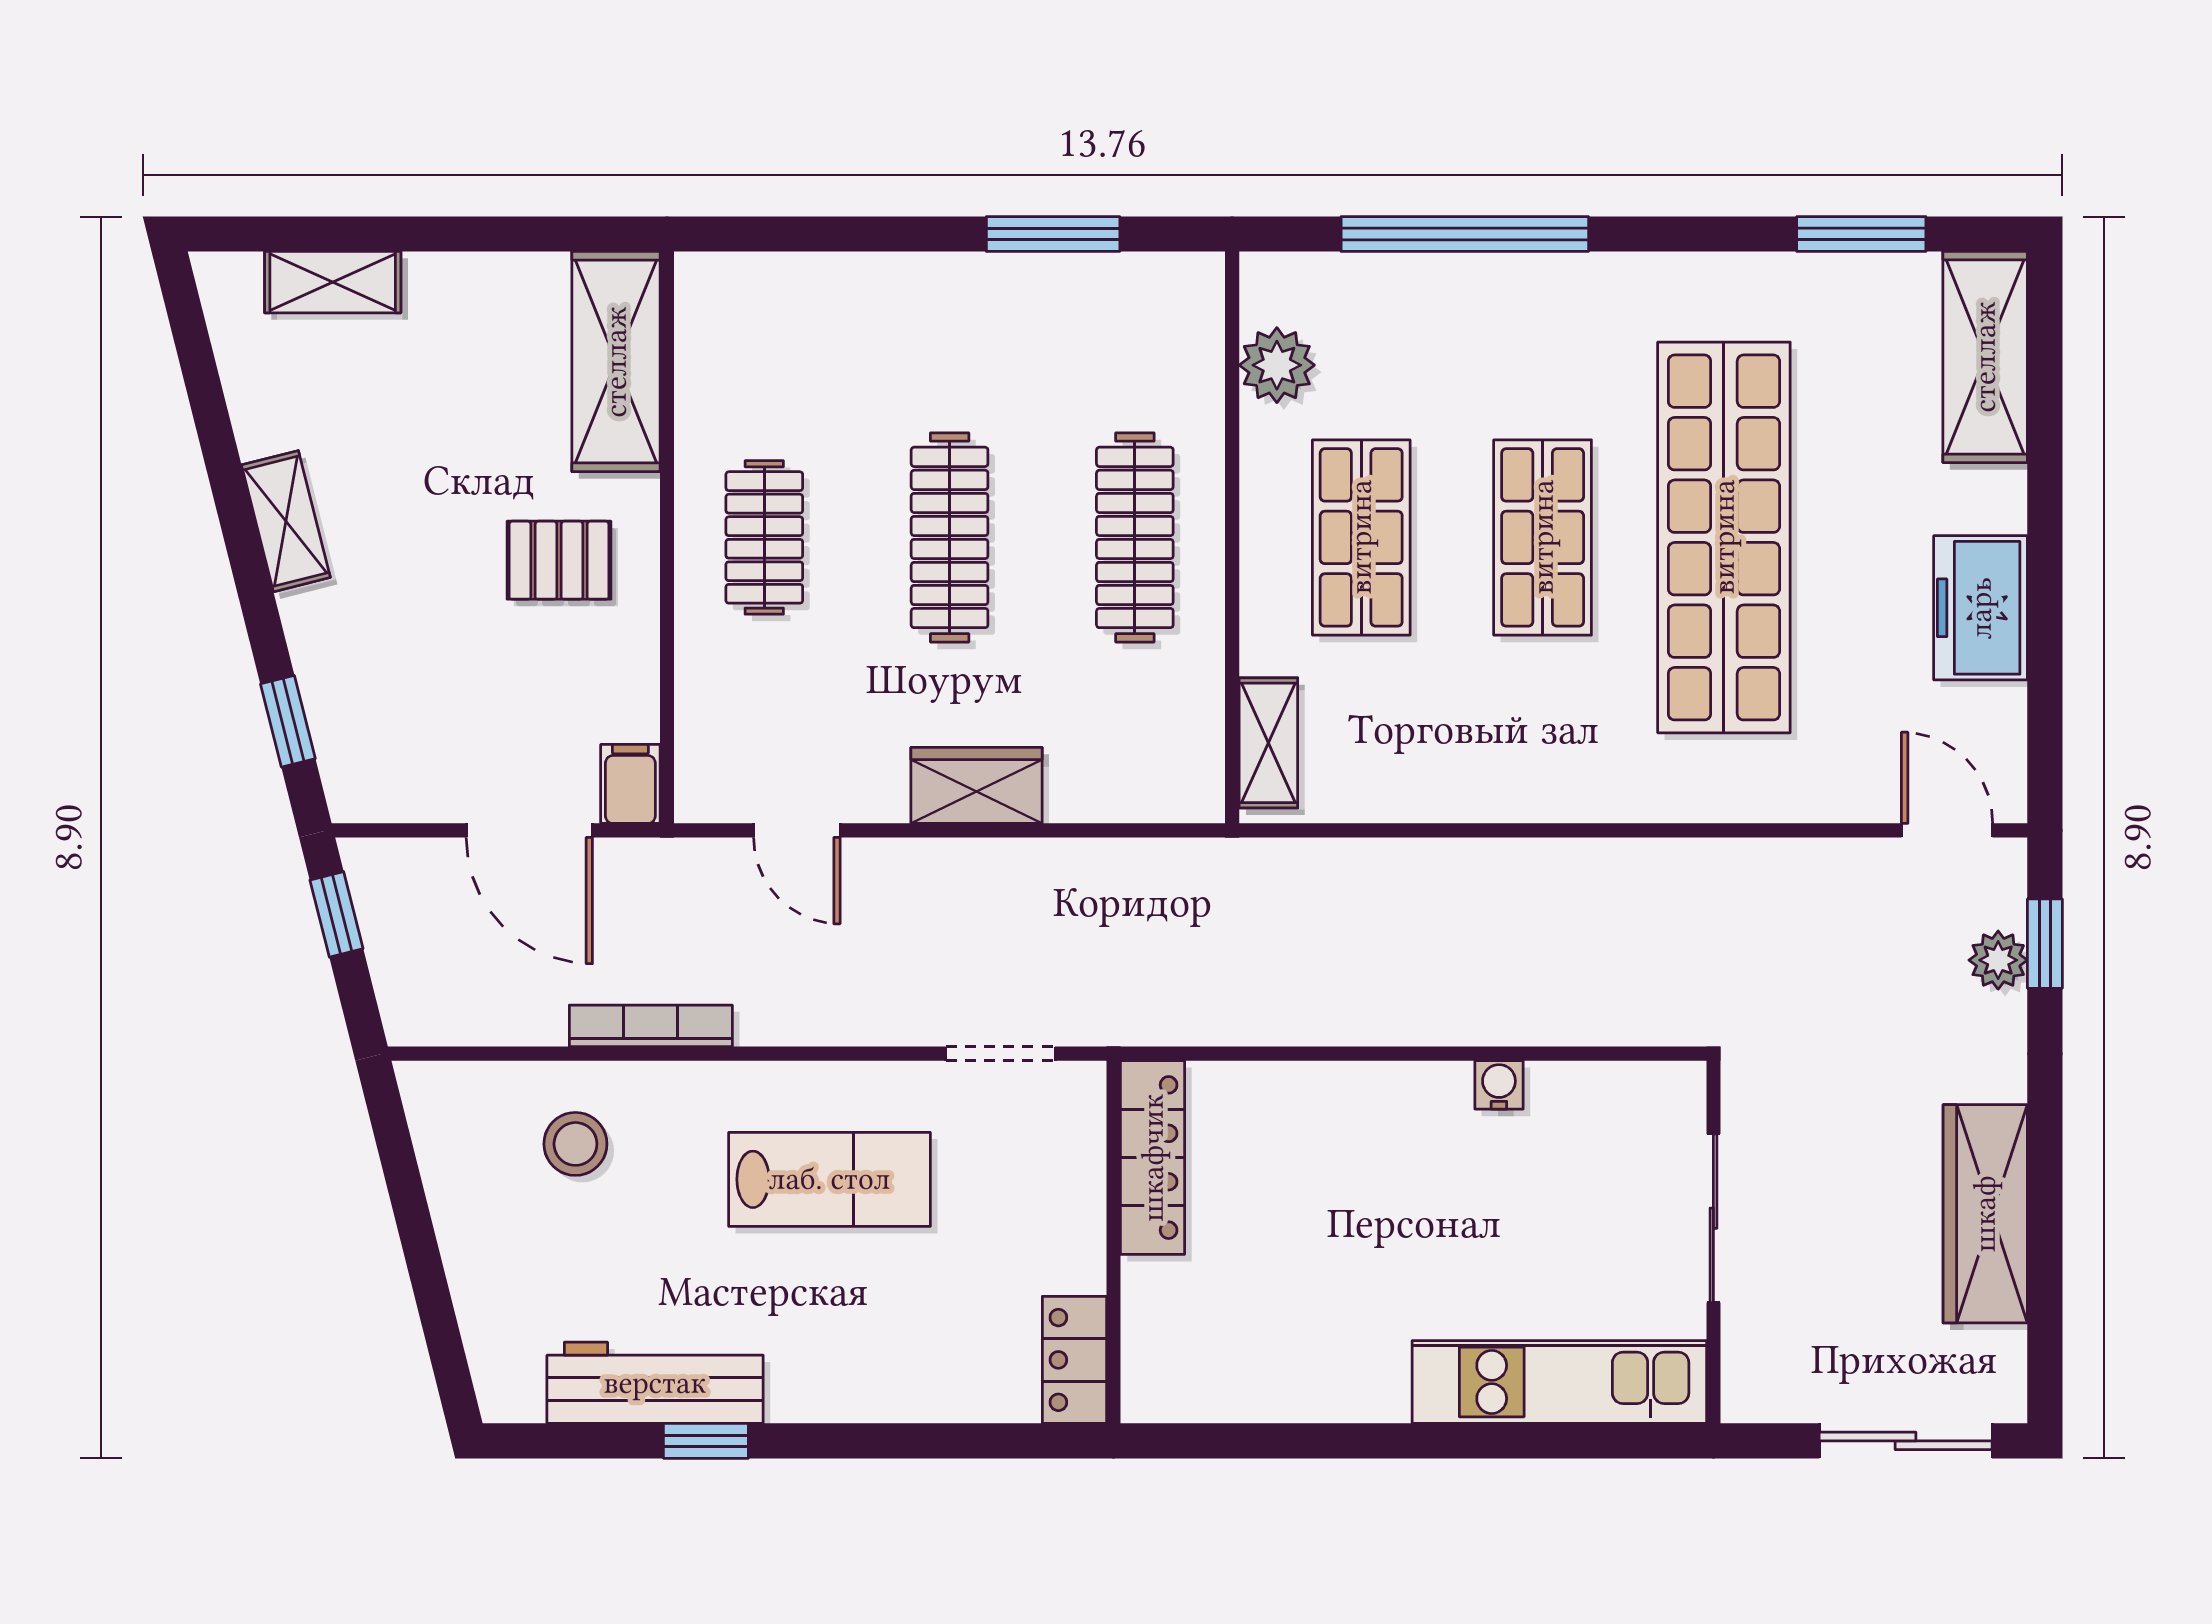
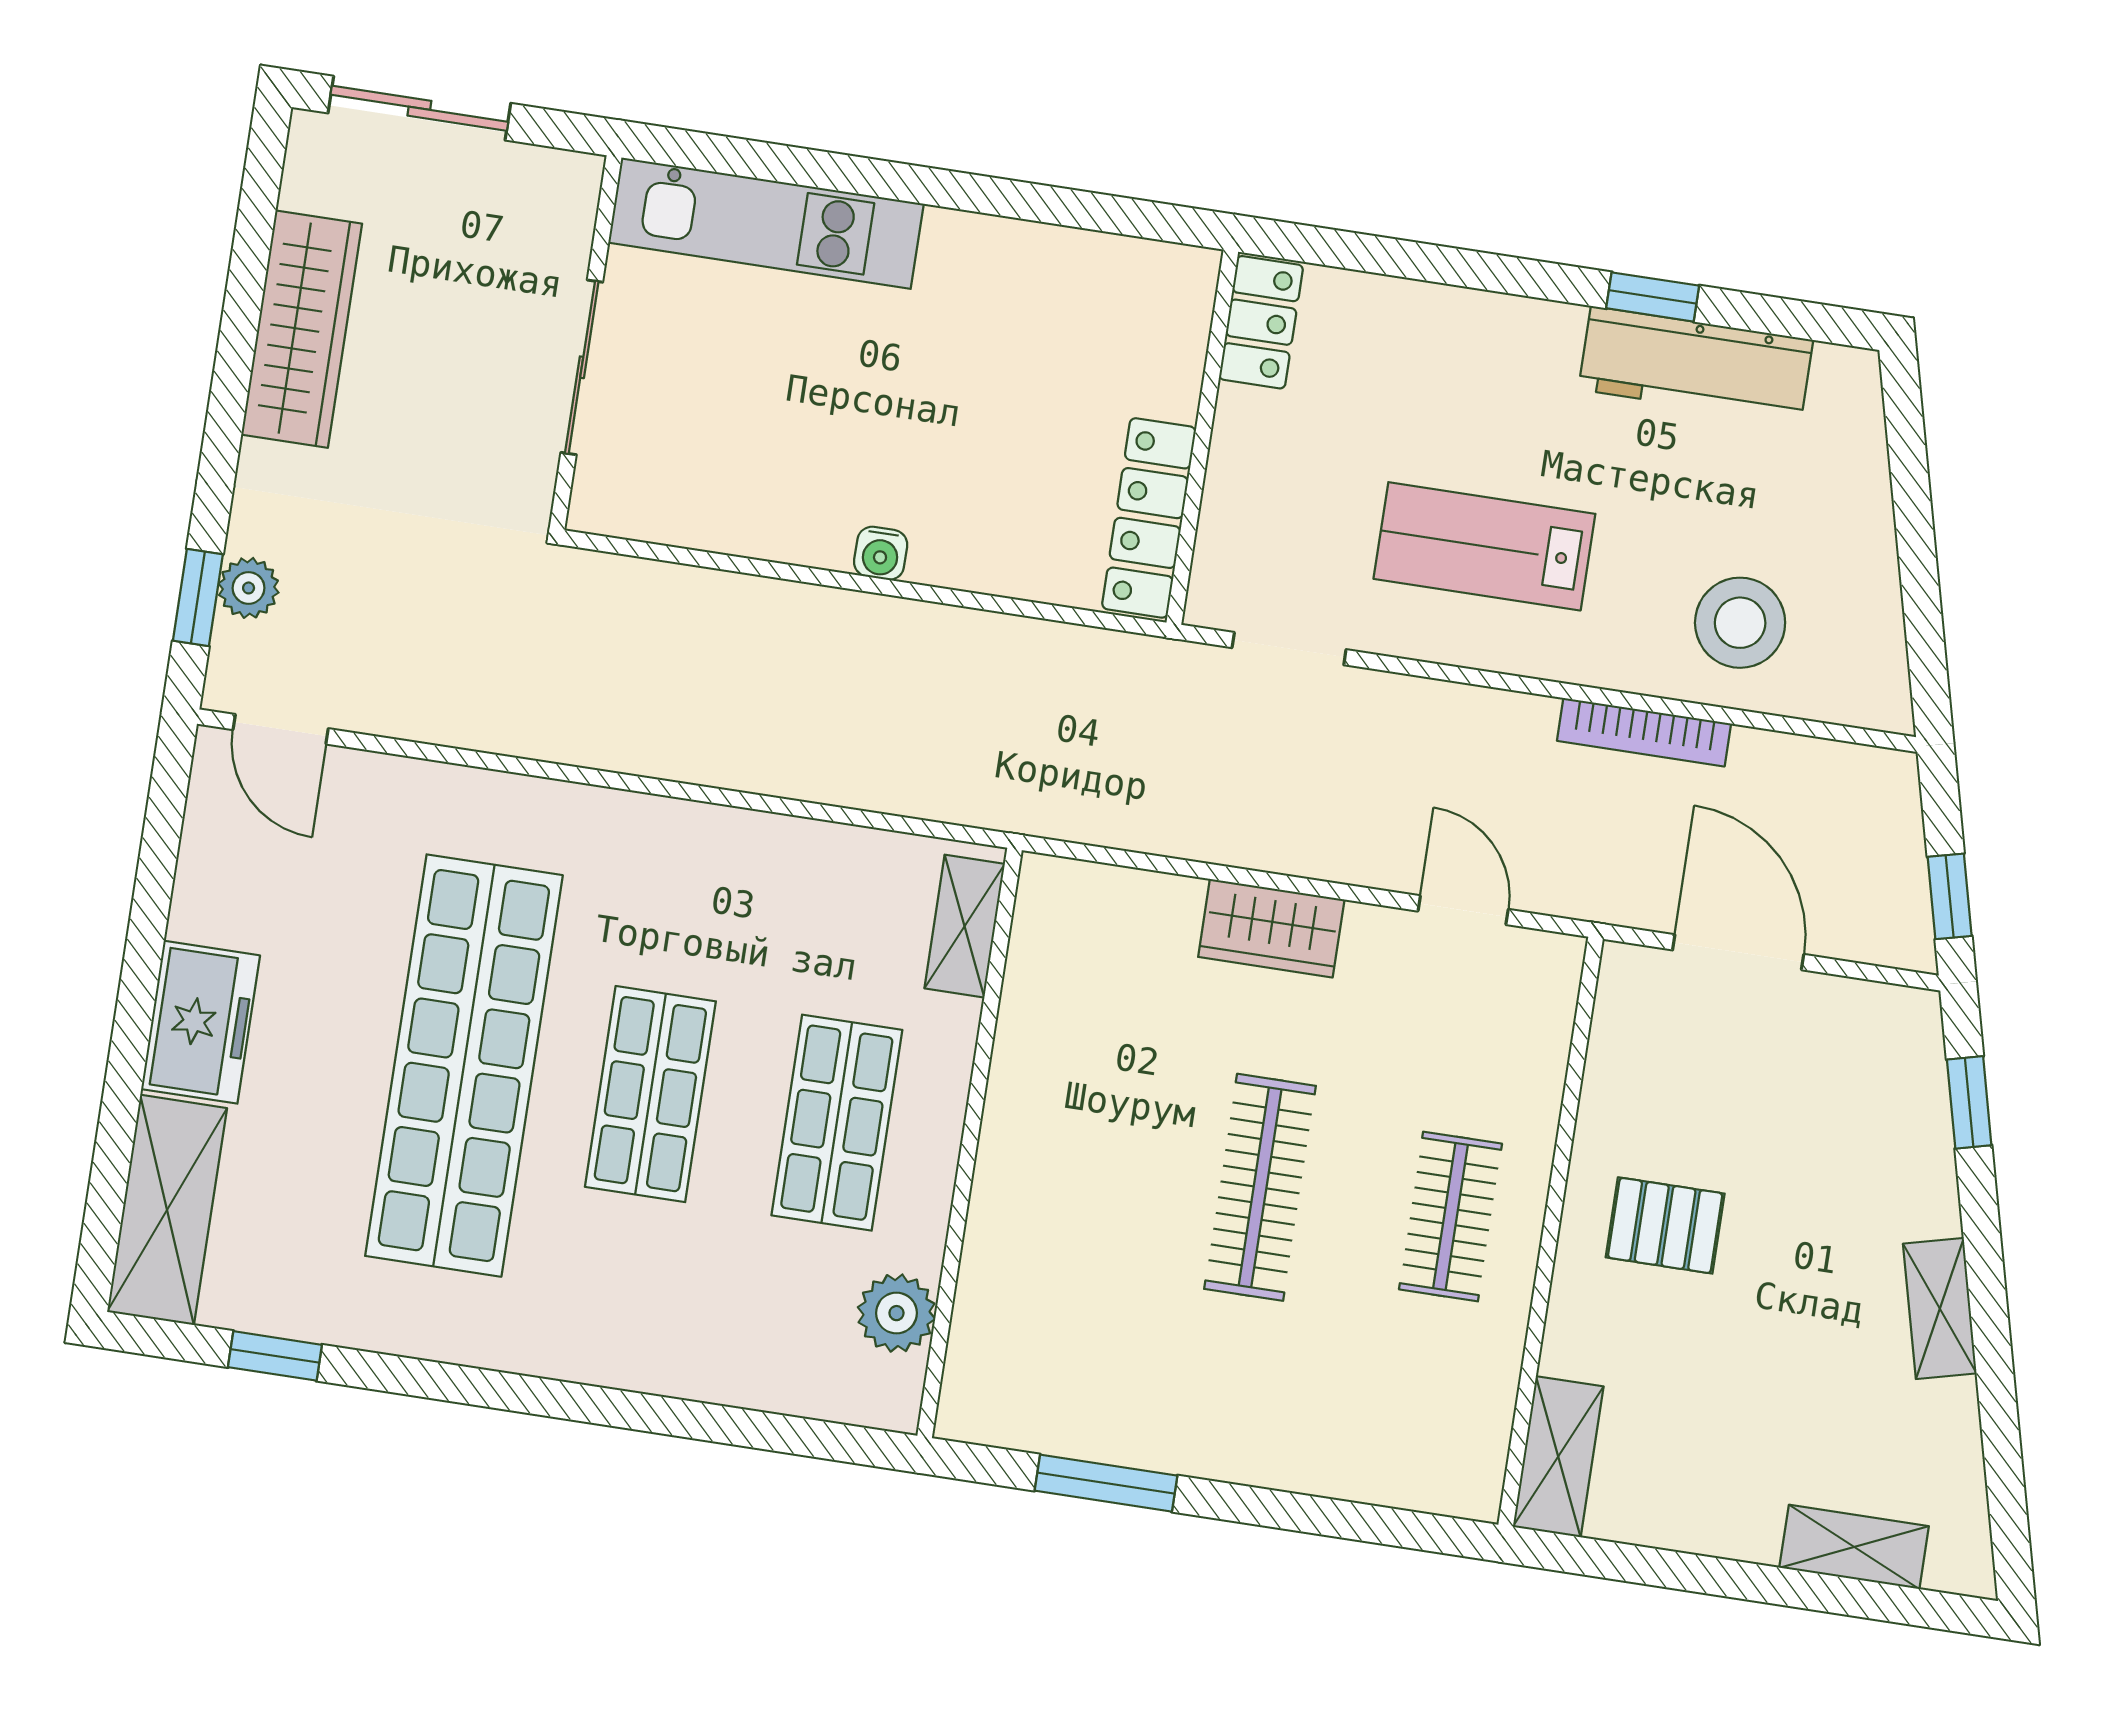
window: (1465, 234) -> (683, 1418), removed
window: (1861, 234) -> (275, 1356), width x0.67
shelving: (616, 362) -> (1558, 1457), width x0.67, depth x0.75
clothes rail: (1135, 537) -> (1070, 1158), removed
freezer: (1981, 608) -> (201, 1022), moved
filing cabinet: (630, 784) -> (1627, 984), removed
water cooler: (1499, 1085) -> (881, 553), moved
stool: (575, 1144) -> (1740, 623), width x1.38, depth x1.38

